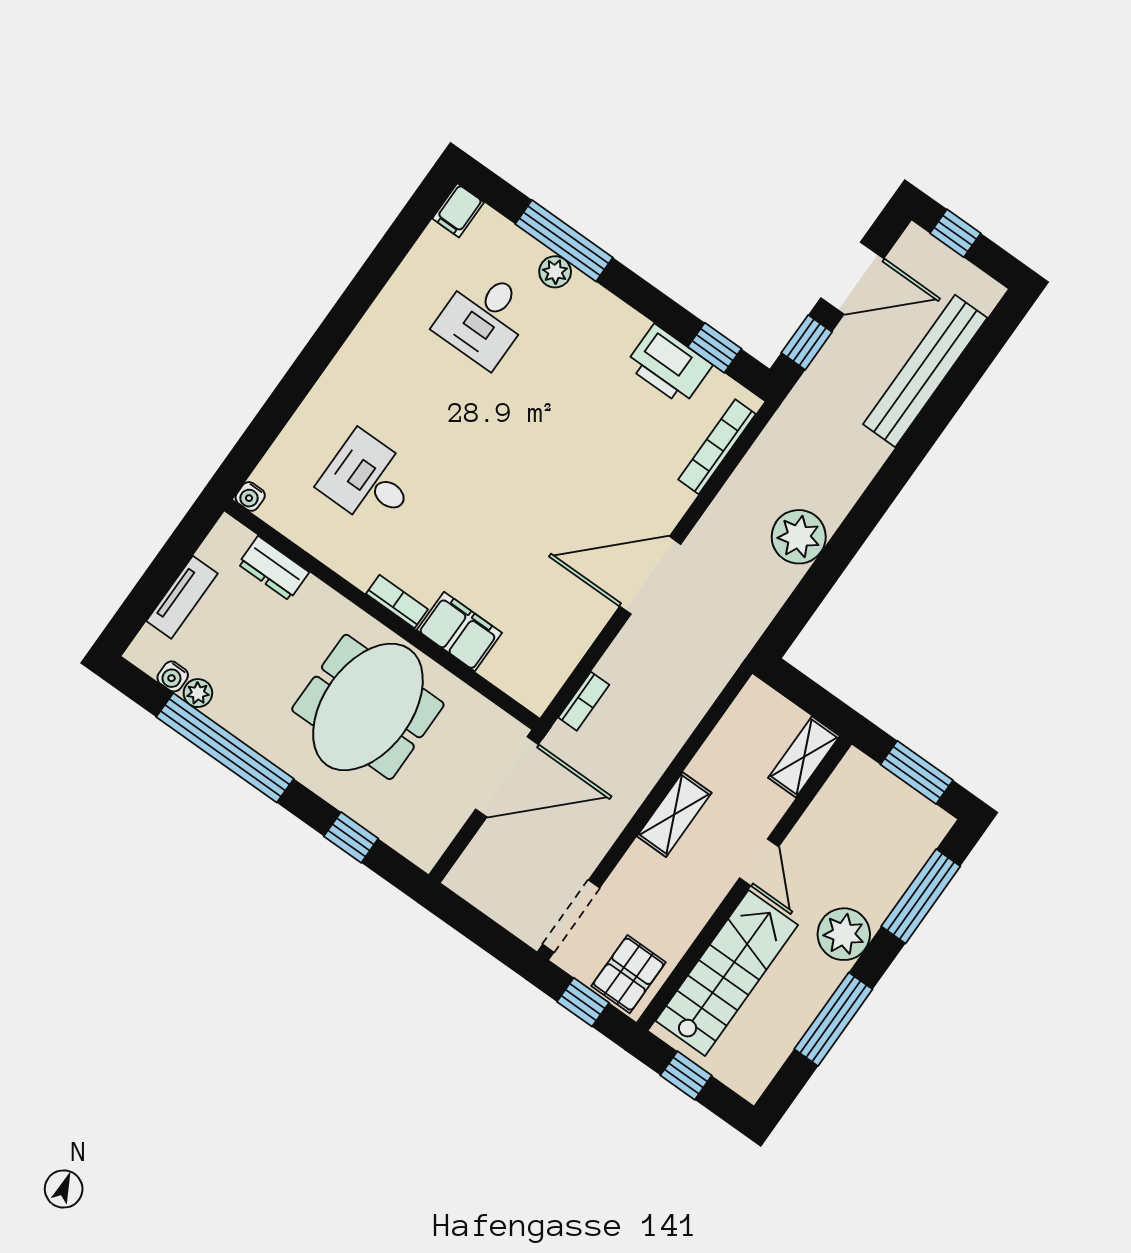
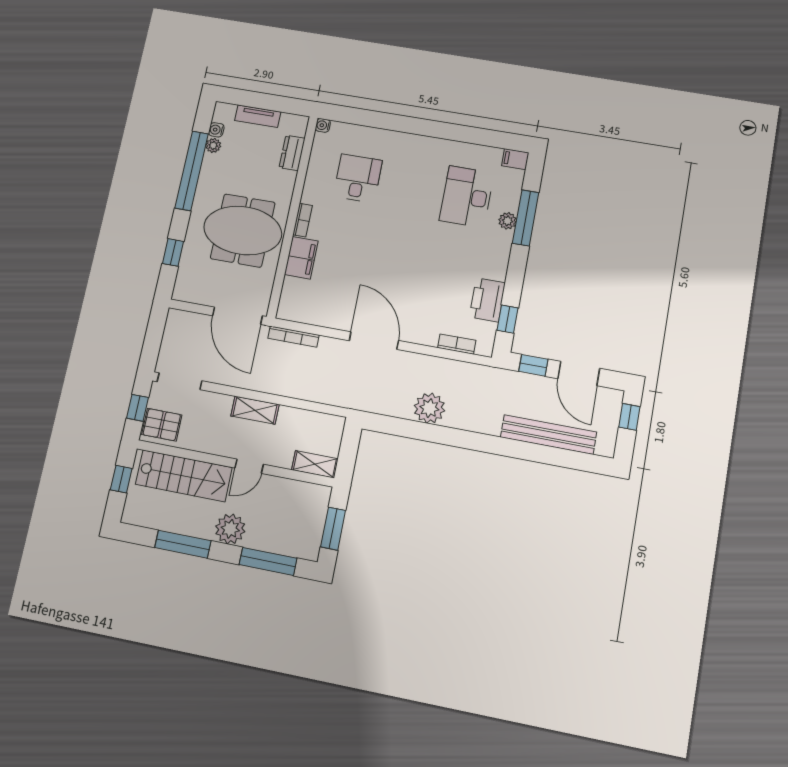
desk: (484, 318) -> (467, 197), width x1.37
bookcase: (717, 447) -> (457, 344), width x0.64
bookcase: (584, 701) -> (293, 337), width x1.56

